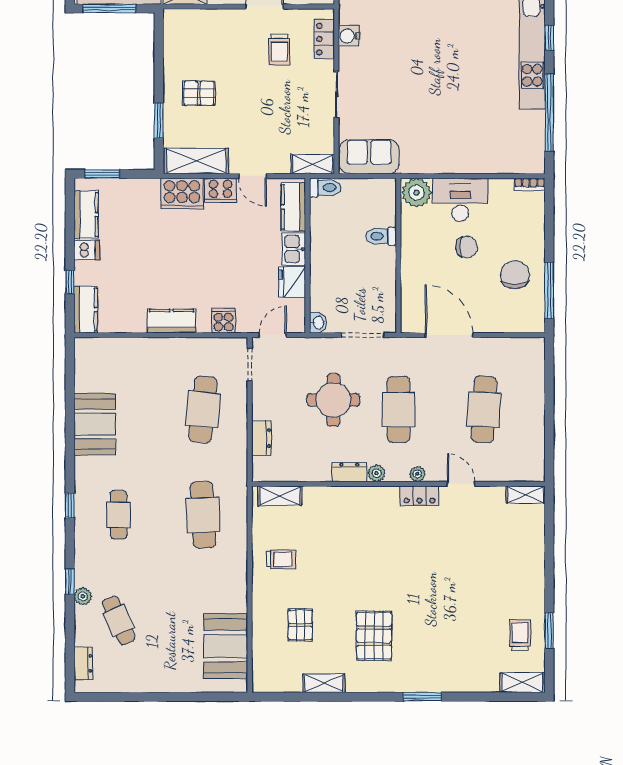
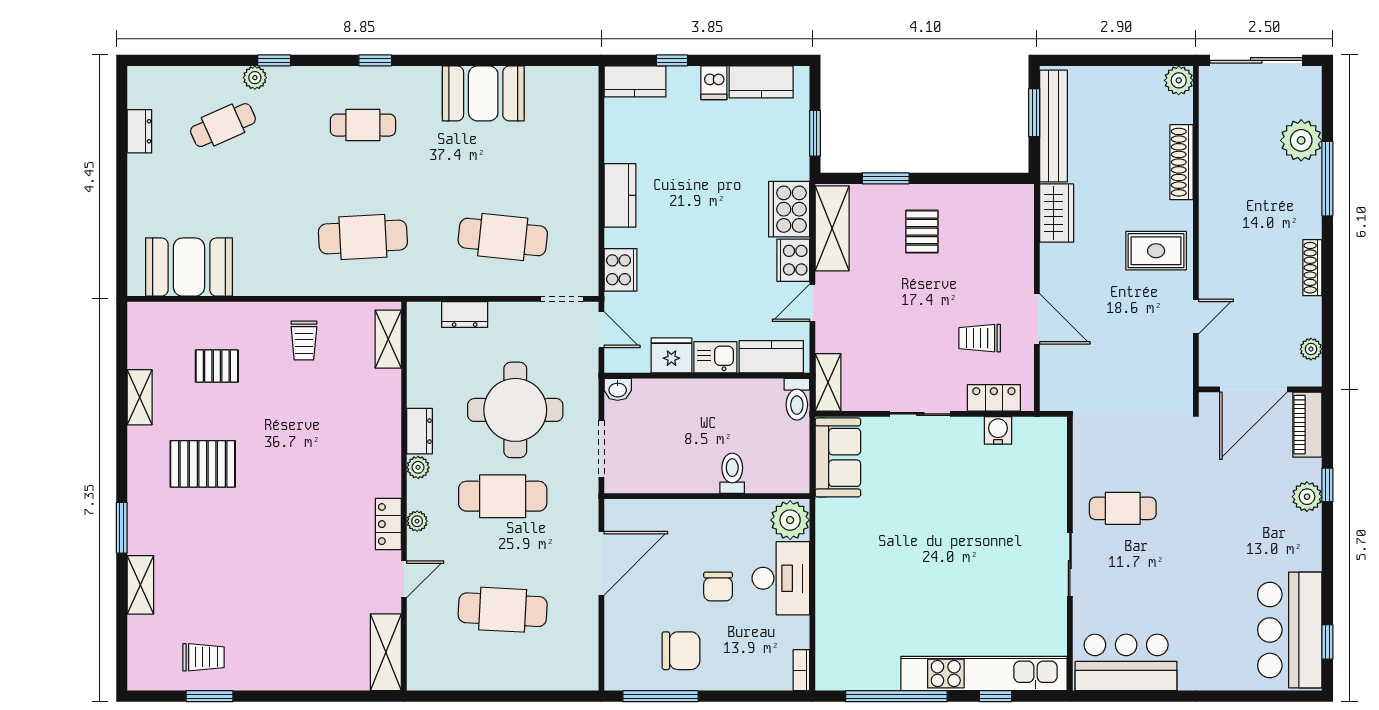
window: (109, 9) -> (1034, 113), width x0.69
window: (102, 174) -> (815, 133), moved
cooker: (223, 321) -> (620, 270), width x1.36
round table: (333, 400) -> (515, 410), width x1.36, depth x1.36
shelving: (526, 495) -> (386, 652), width x1.50, depth x1.33
dresser: (83, 663) -> (139, 131), moved, turned -90
shelving: (522, 683) -> (140, 585), moved

